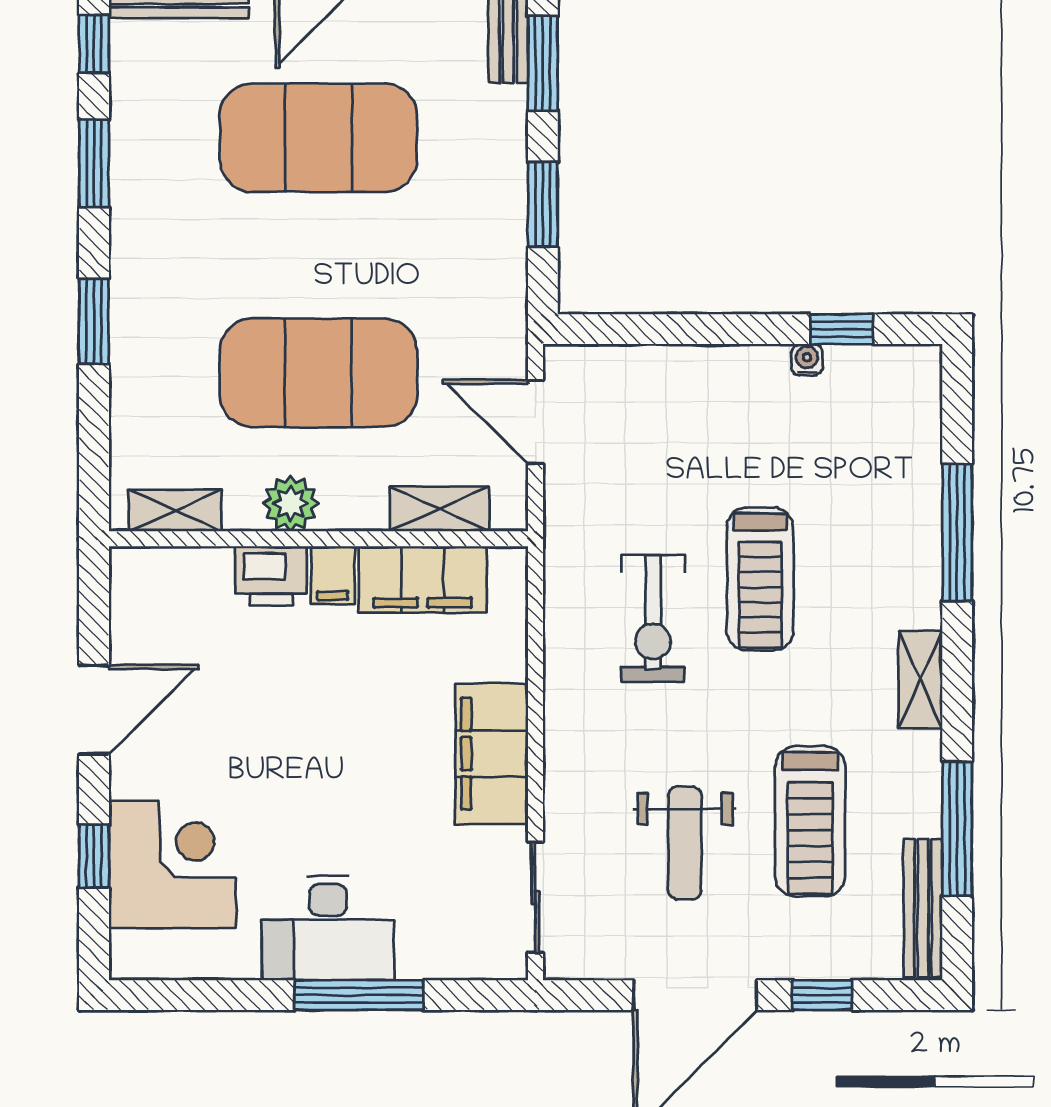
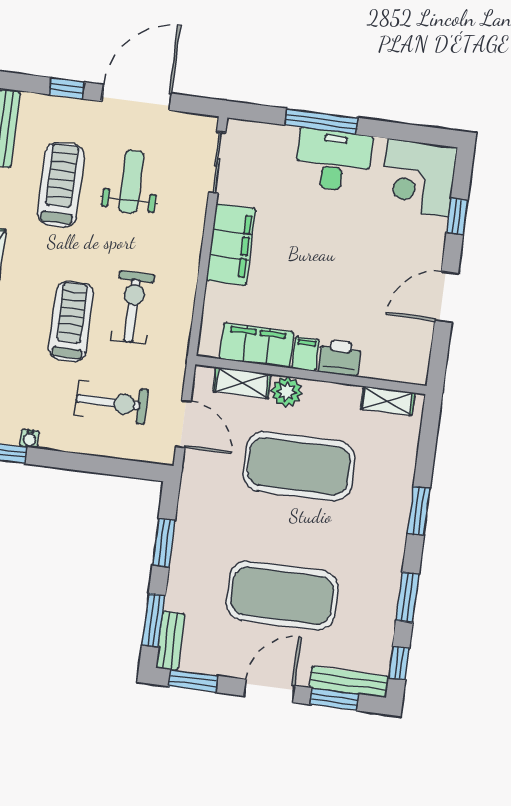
exercise bike: (668, 443) -> (112, 403), added
plant: (291, 504) -> (287, 392), moved
corner desk: (172, 864) -> (418, 178), moved

